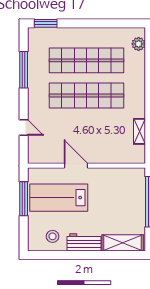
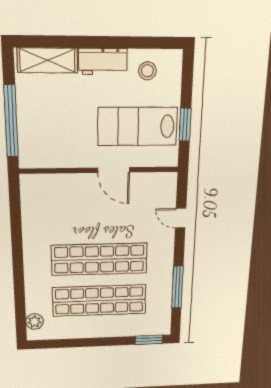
shelving: (140, 131) -> (29, 216), removed
lab bench: (59, 198) -> (137, 126), turned 180
window: (24, 199) -> (185, 125), width x0.69

